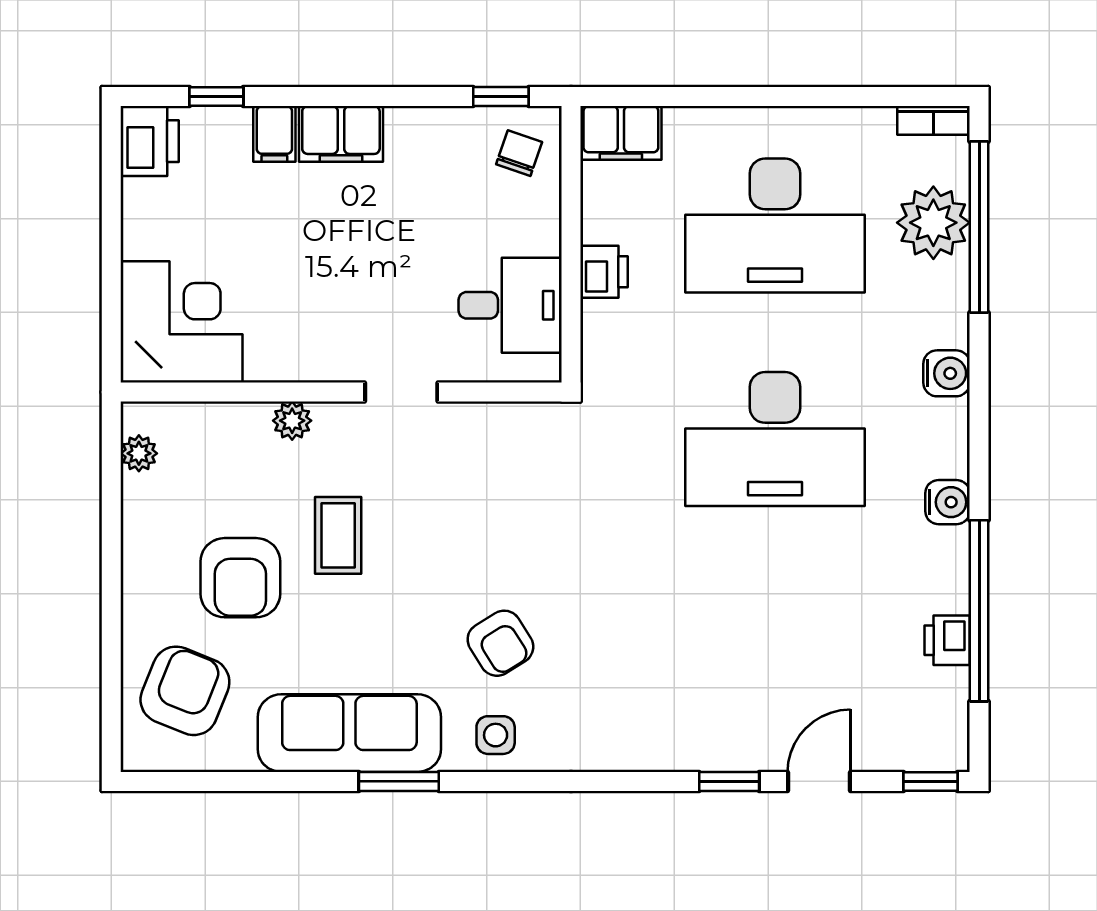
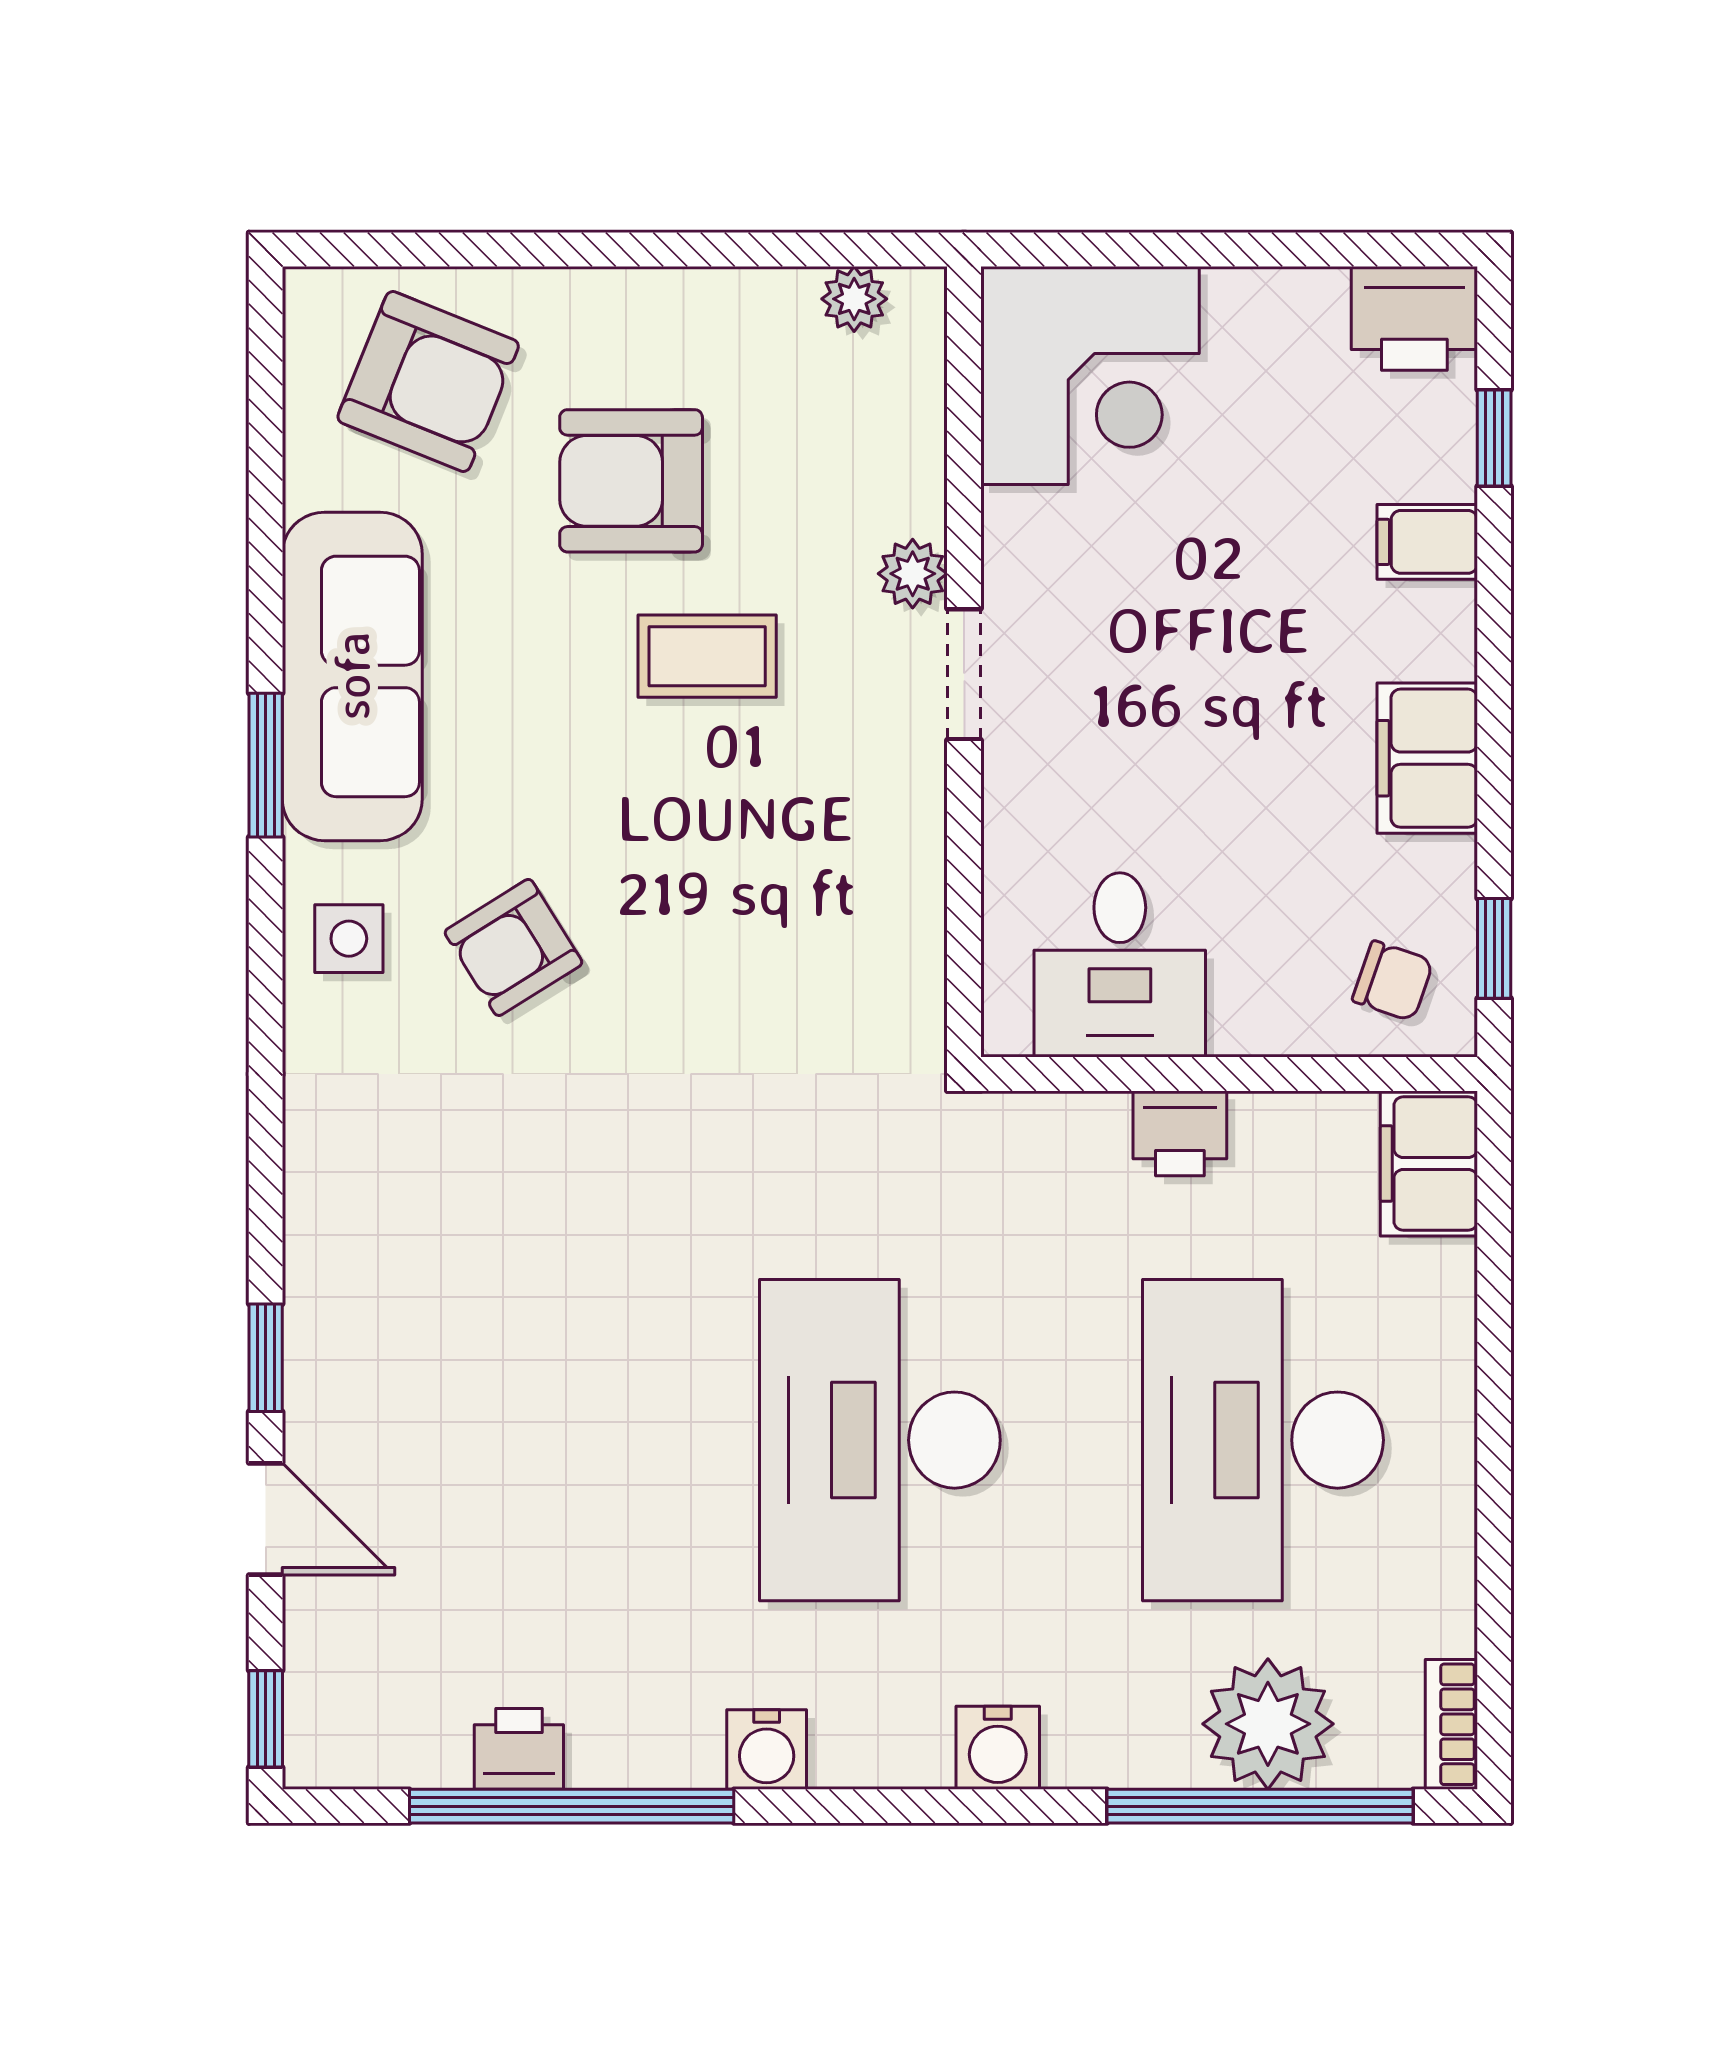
filing cabinet: (341, 134) -> (1427, 758), moved
doorway: (401, 392) -> (964, 674), moved

